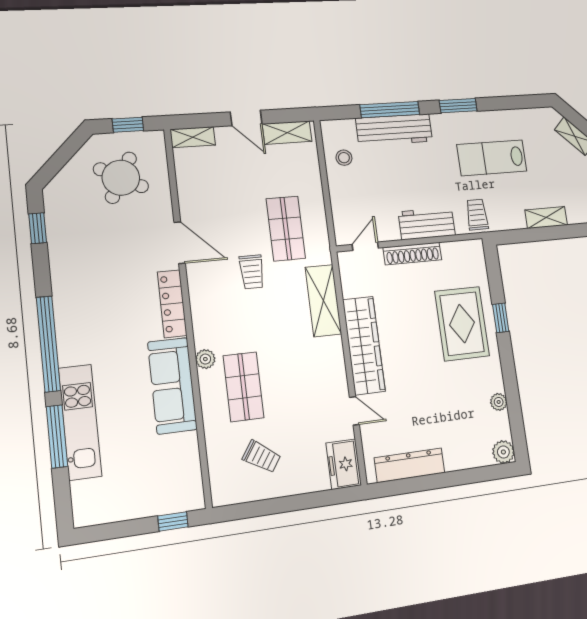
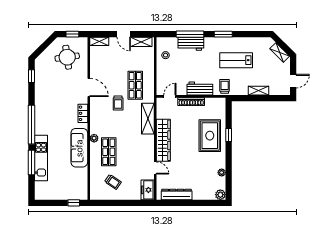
workbench: (394, 130) -> (191, 44), width x0.73
round table: (121, 178) -> (67, 57), turned -36
locker: (172, 304) -> (83, 113), width x0.66

